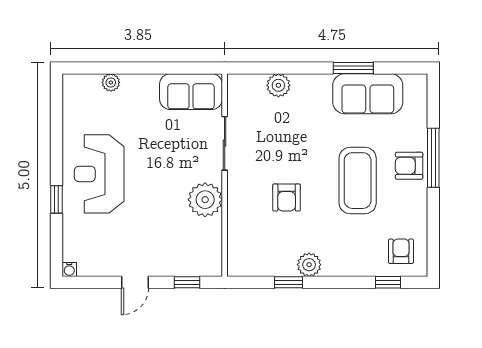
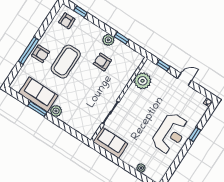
plant: (278, 85) -> (56, 111), moved
armchair: (287, 197) -> (102, 62), moved, turned -90
plant: (205, 200) -> (143, 81), moved

